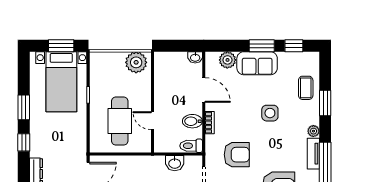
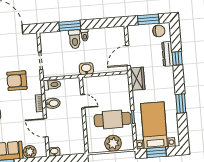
plant: (136, 62) -> (113, 143), moved
cafe table: (120, 121) -> (113, 119), moved, turned 90
window: (24, 142) -> (177, 58), moved
wardrobe: (78, 145) -> (138, 79), added
washbasin: (175, 163) -> (86, 69), moved

